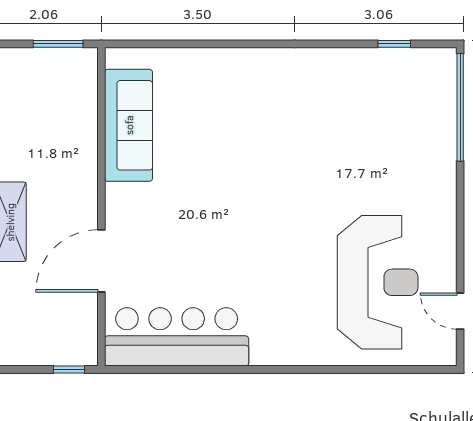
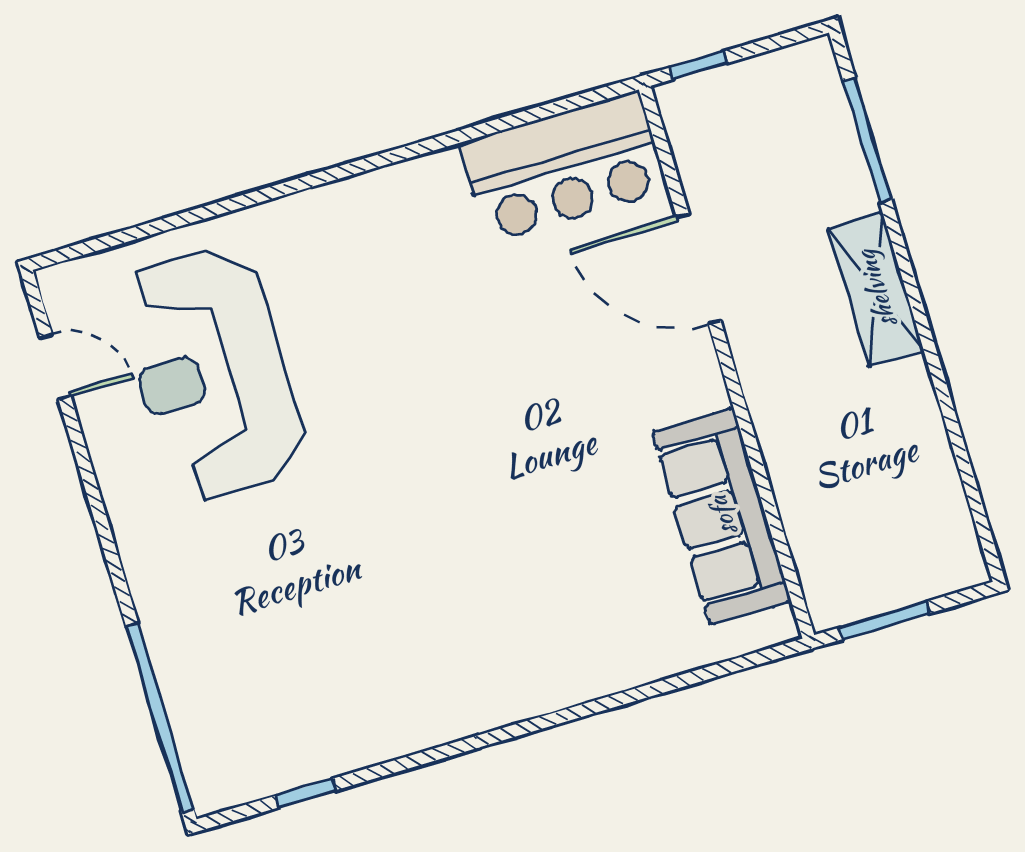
door: (101, 261) -> (699, 269), swing flipped
bar counter: (177, 337) -> (563, 167), width x0.73

